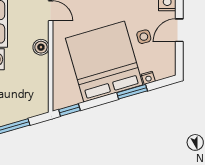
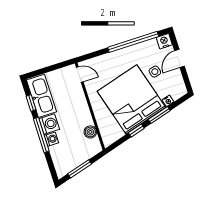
boiler: (41, 47) -> (90, 132), moved
window: (69, 110) -> (136, 131), moved

